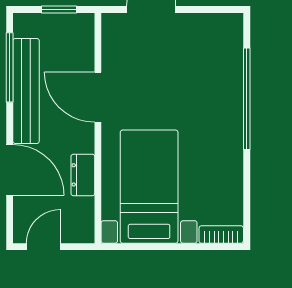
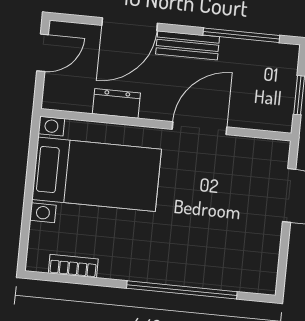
bench: (26, 91) -> (188, 45), width x0.54, depth x0.82
bookcase: (221, 234) -> (73, 266), moved, turned -90
door: (43, 247) -> (43, 53), hinge flipped

